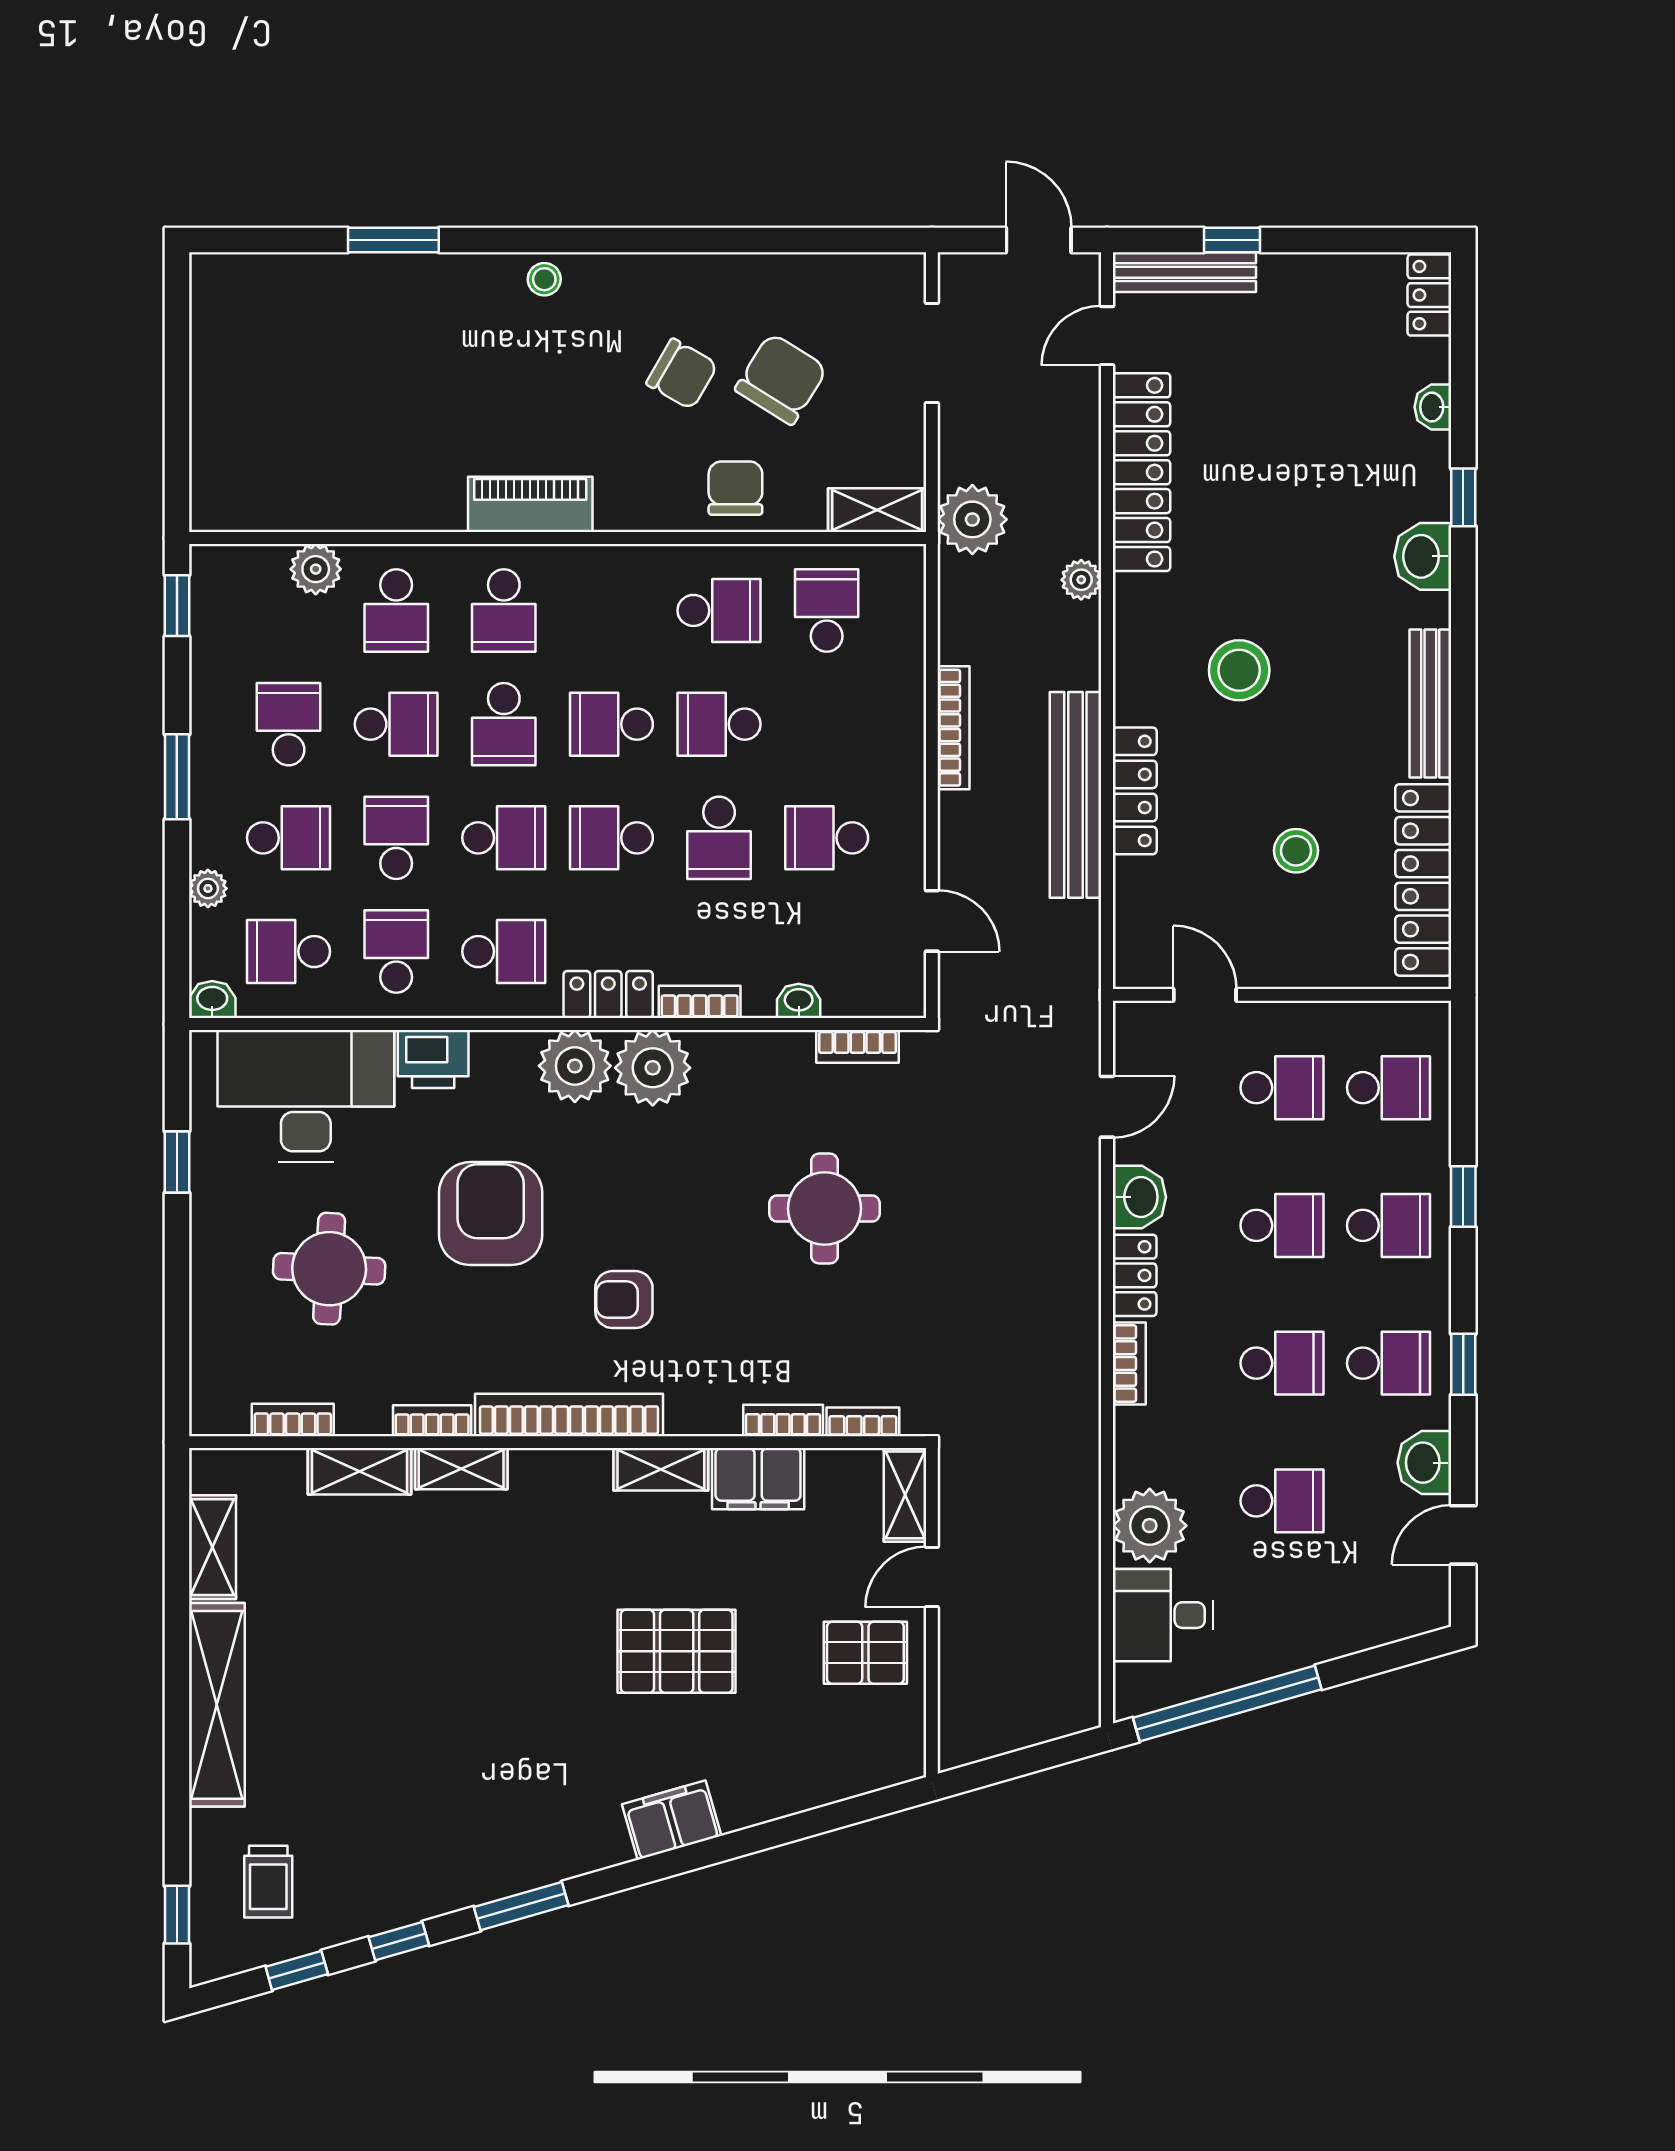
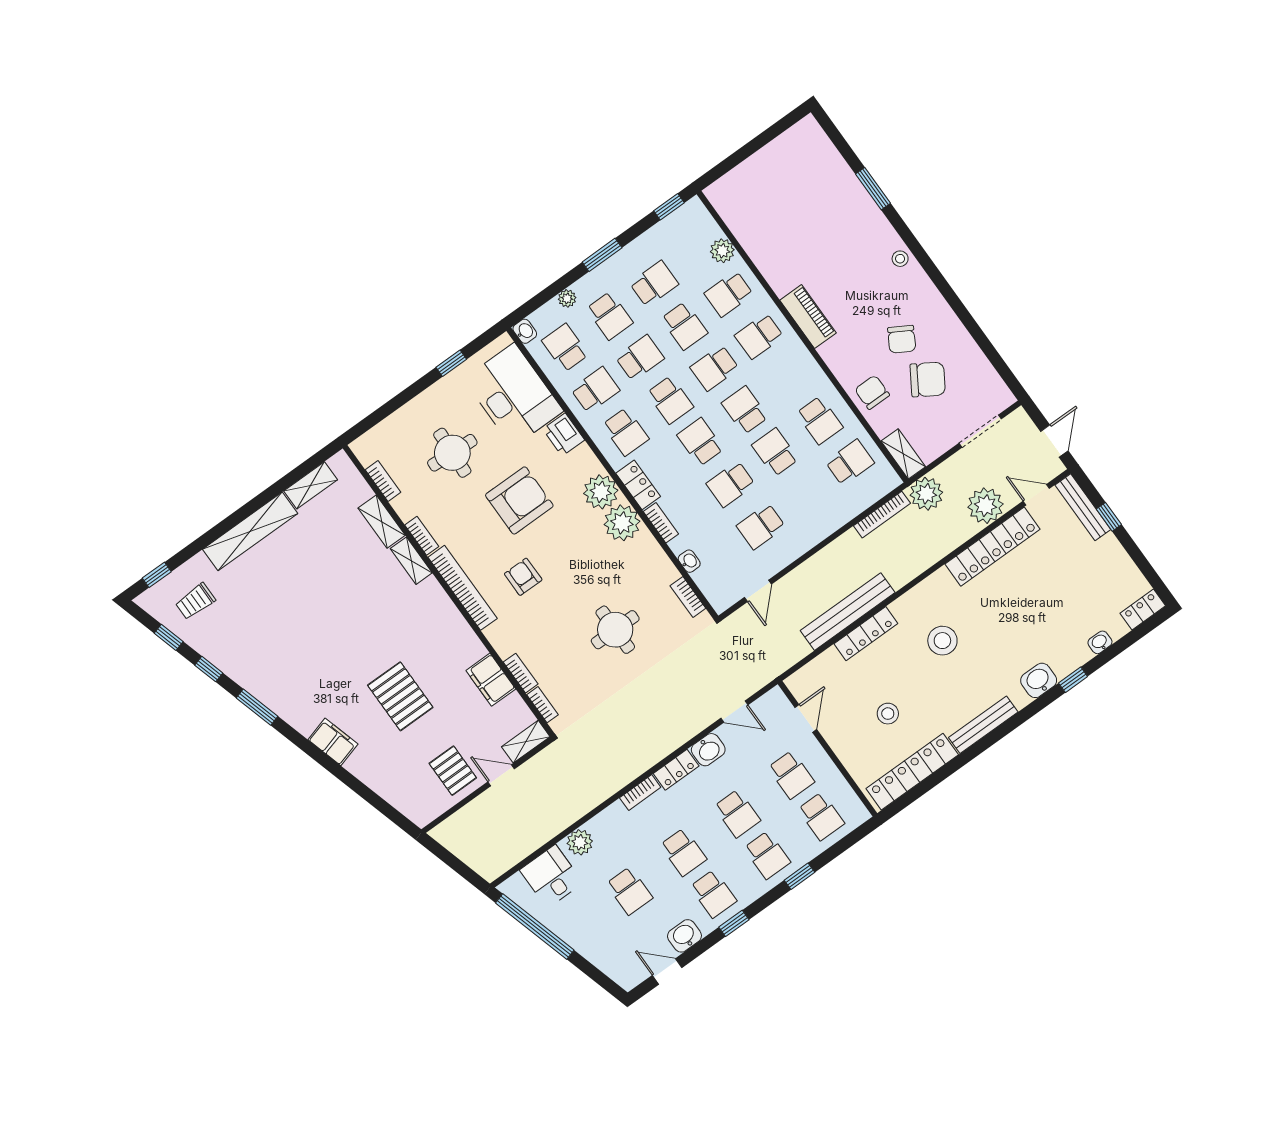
chair: (735, 488) -> (872, 392), turned -90
plant: (1081, 580) -> (985, 506), moved, width x1.88, depth x1.88
bookcase: (954, 728) -> (882, 515), moved
school desk: (827, 838) -> (761, 526), turned -90
shelving: (661, 1469) -> (467, 639), removed
plant: (1150, 1526) -> (580, 842), width x0.73, depth x0.73

